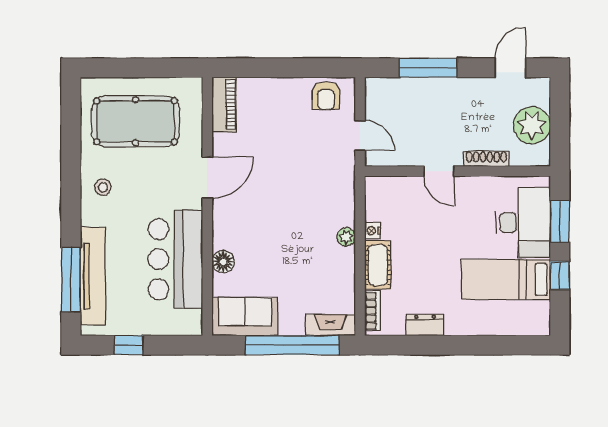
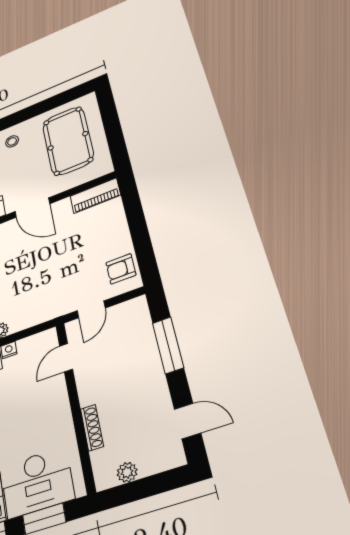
plant: (532, 125) -> (127, 472), width x0.53, depth x0.53
door: (439, 171) -> (66, 358), moved

